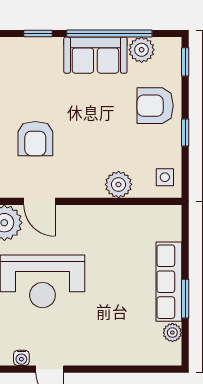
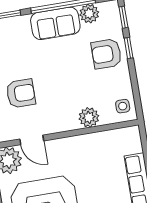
window: (185, 133) -> (129, 48), moved
armchair: (35, 139) -> (21, 93), turned -90

